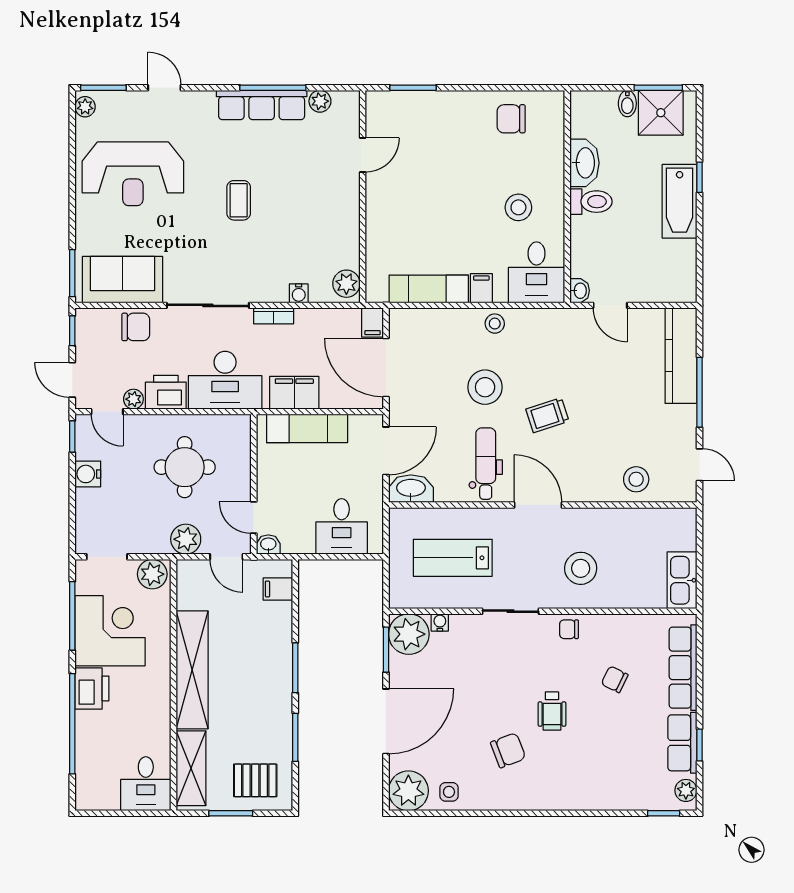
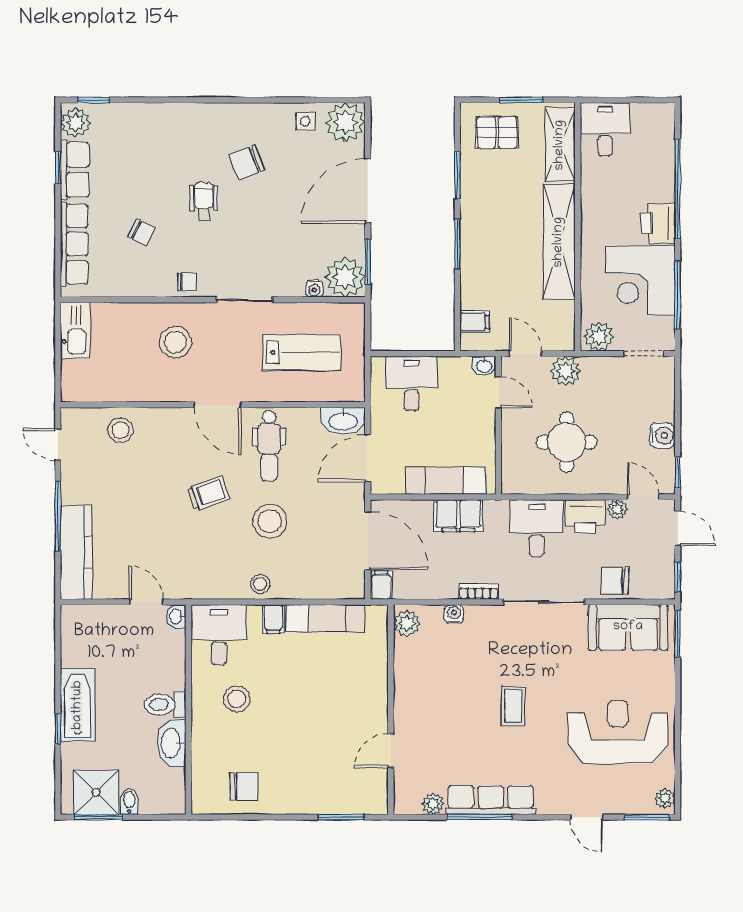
desk: (225, 380) -> (537, 528), width x0.73
plant: (686, 790) -> (75, 123), width x1.38, depth x1.38

